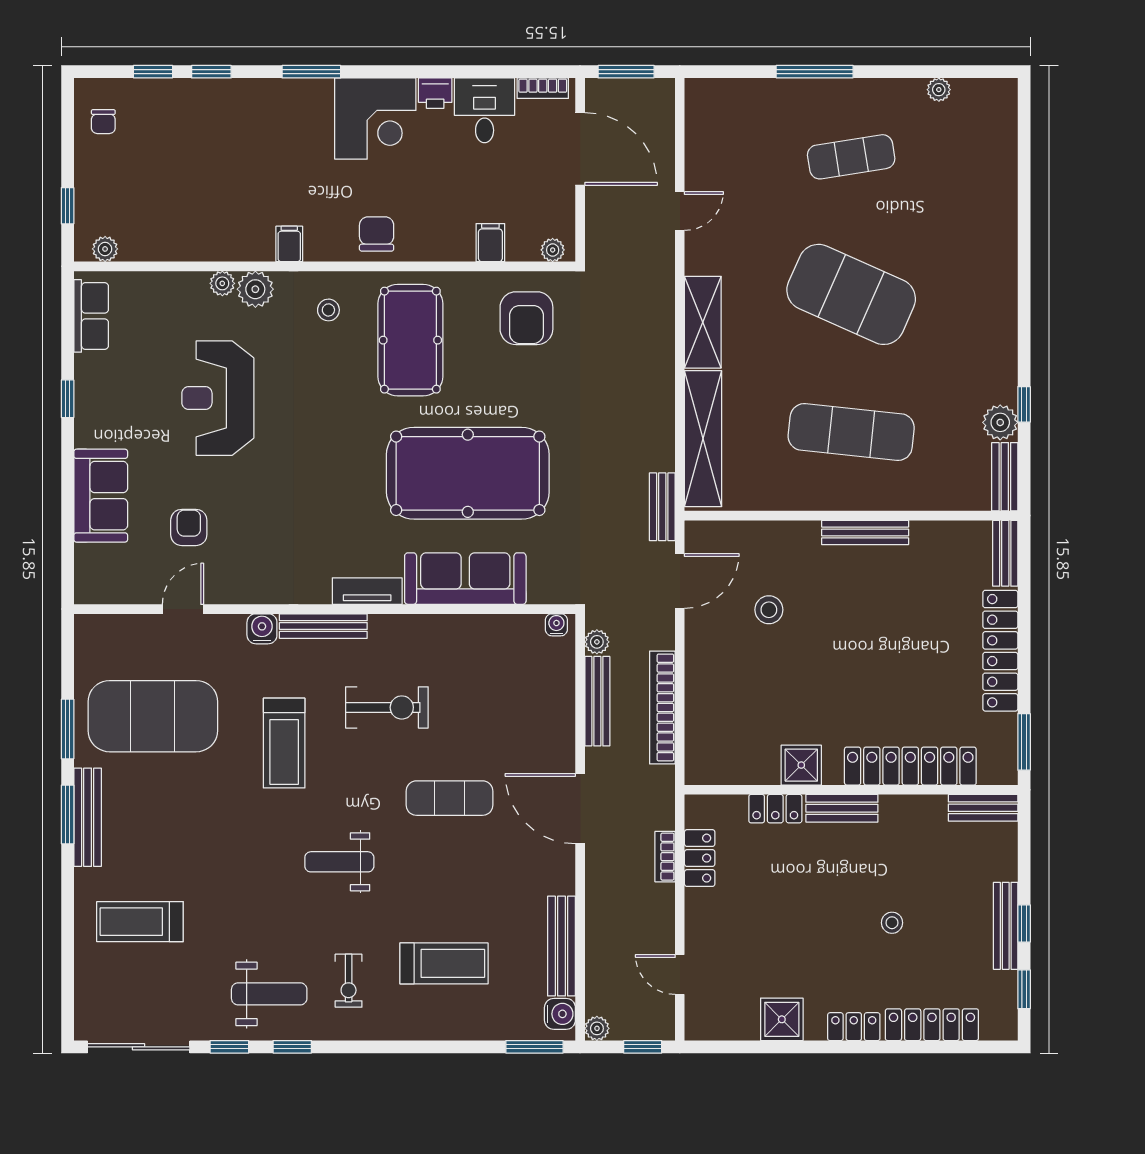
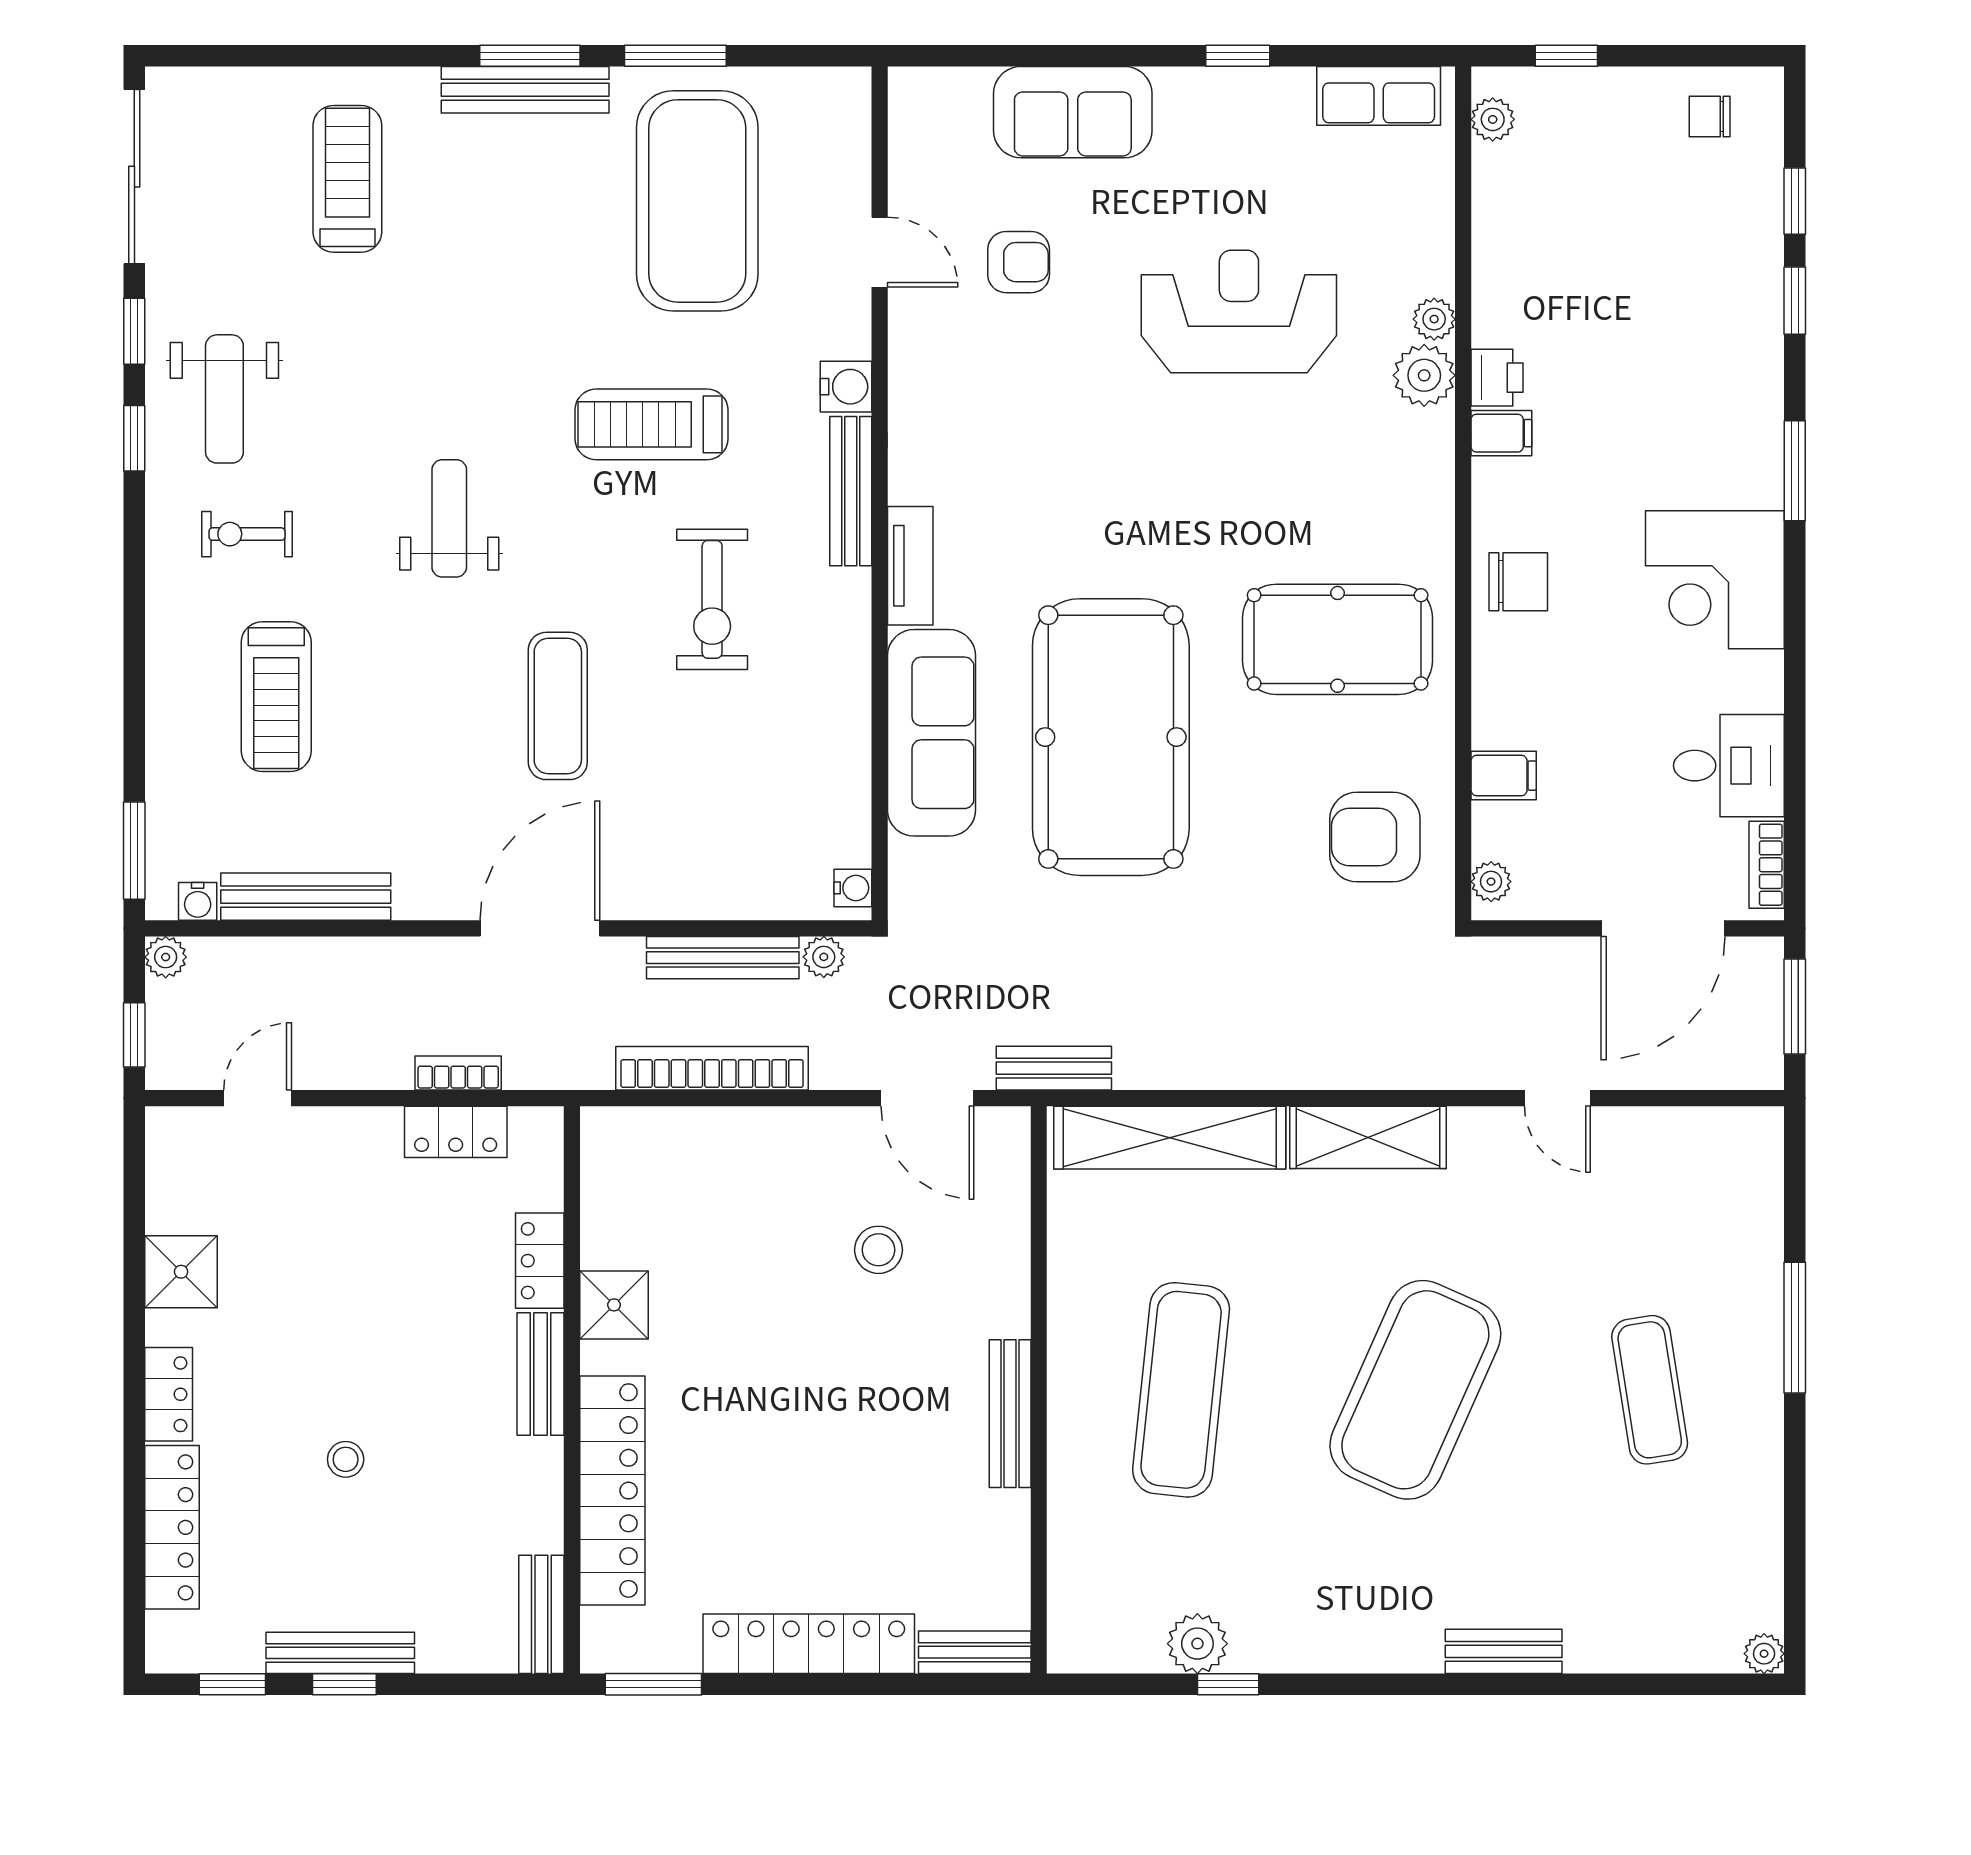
plant: (939, 90) -> (1764, 1654), moved
printer: (435, 93) -> (1497, 378), moved, turned 180
stool: (328, 310) -> (1389, 500), removed
bench: (1005, 477) -> (1504, 1651), moved
water cooler: (560, 1014) -> (198, 901), width x0.72, depth x0.72

